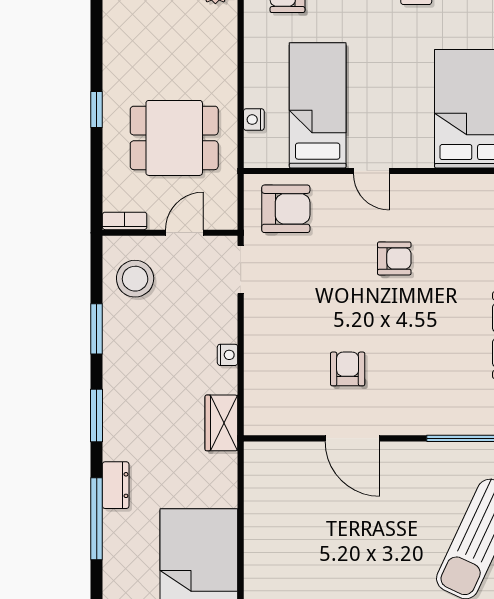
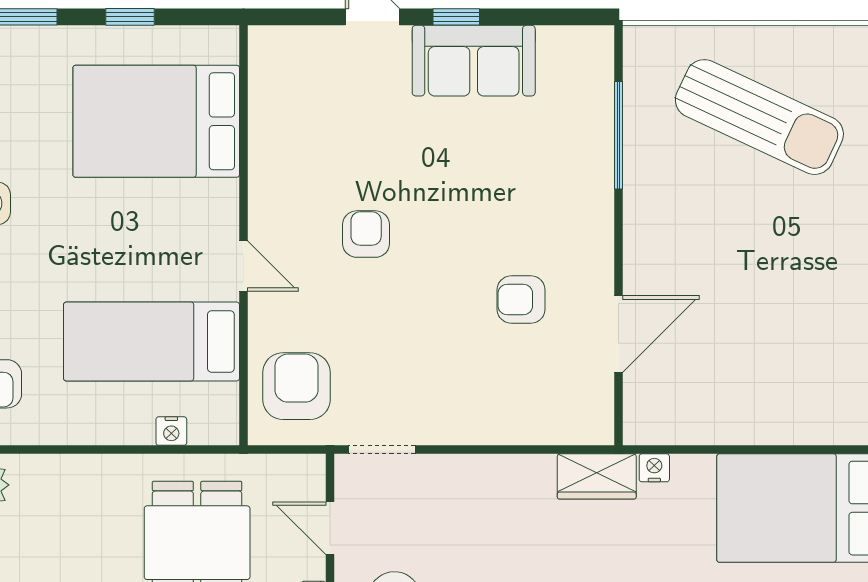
door: (371, 171) -> (243, 266), hinge flipped
nightstand: (228, 355) -> (654, 468), moved
door: (352, 438) -> (618, 334), moved

